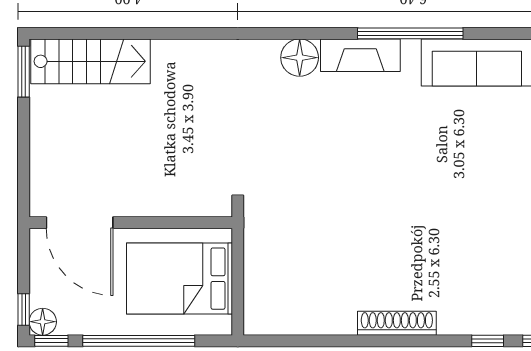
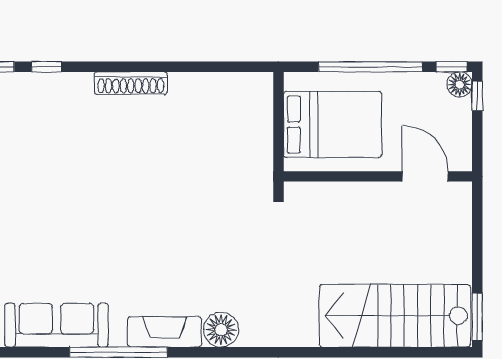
stairs: (91, 61) -> (395, 316), width x1.36, depth x1.51
door: (80, 223) -> (425, 176), width x0.73

